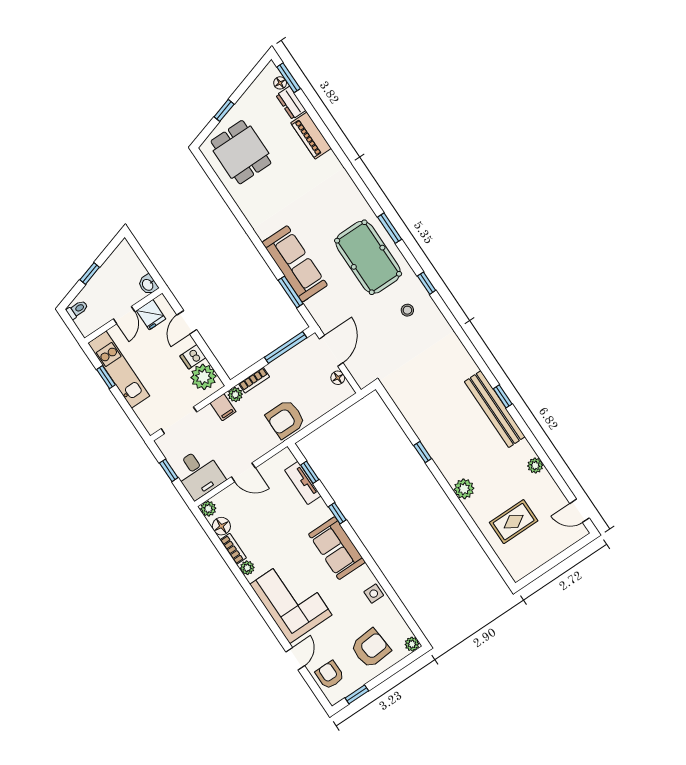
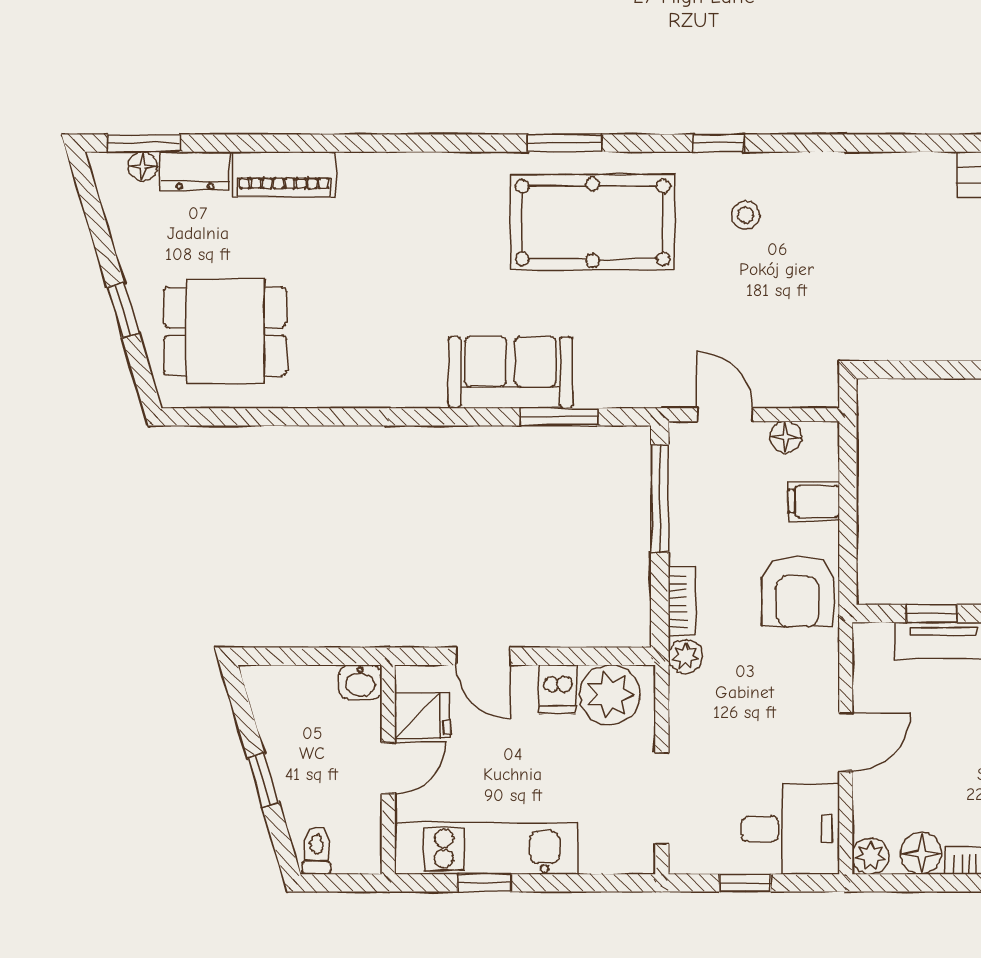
sofa: (295, 264) -> (510, 372), width x0.73
door: (124, 315) -> (388, 768), hinge flipped
door: (331, 351) -> (725, 415), width x0.73
filing cabinet: (223, 407) -> (814, 501), moved, turned 180

